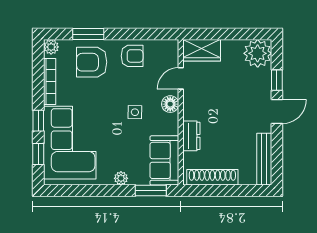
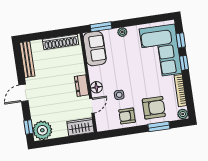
window: (277, 80) -> (28, 127), moved
side table: (135, 112) -> (119, 95), moved
dresser: (191, 136) -> (82, 86), moved

